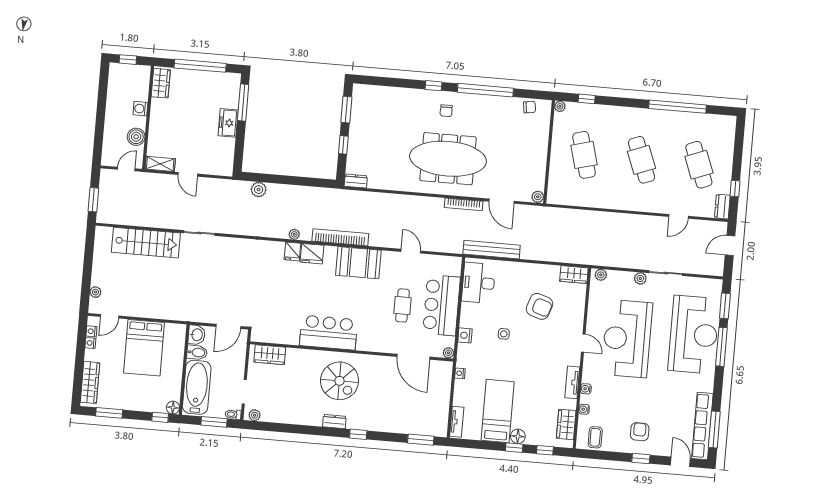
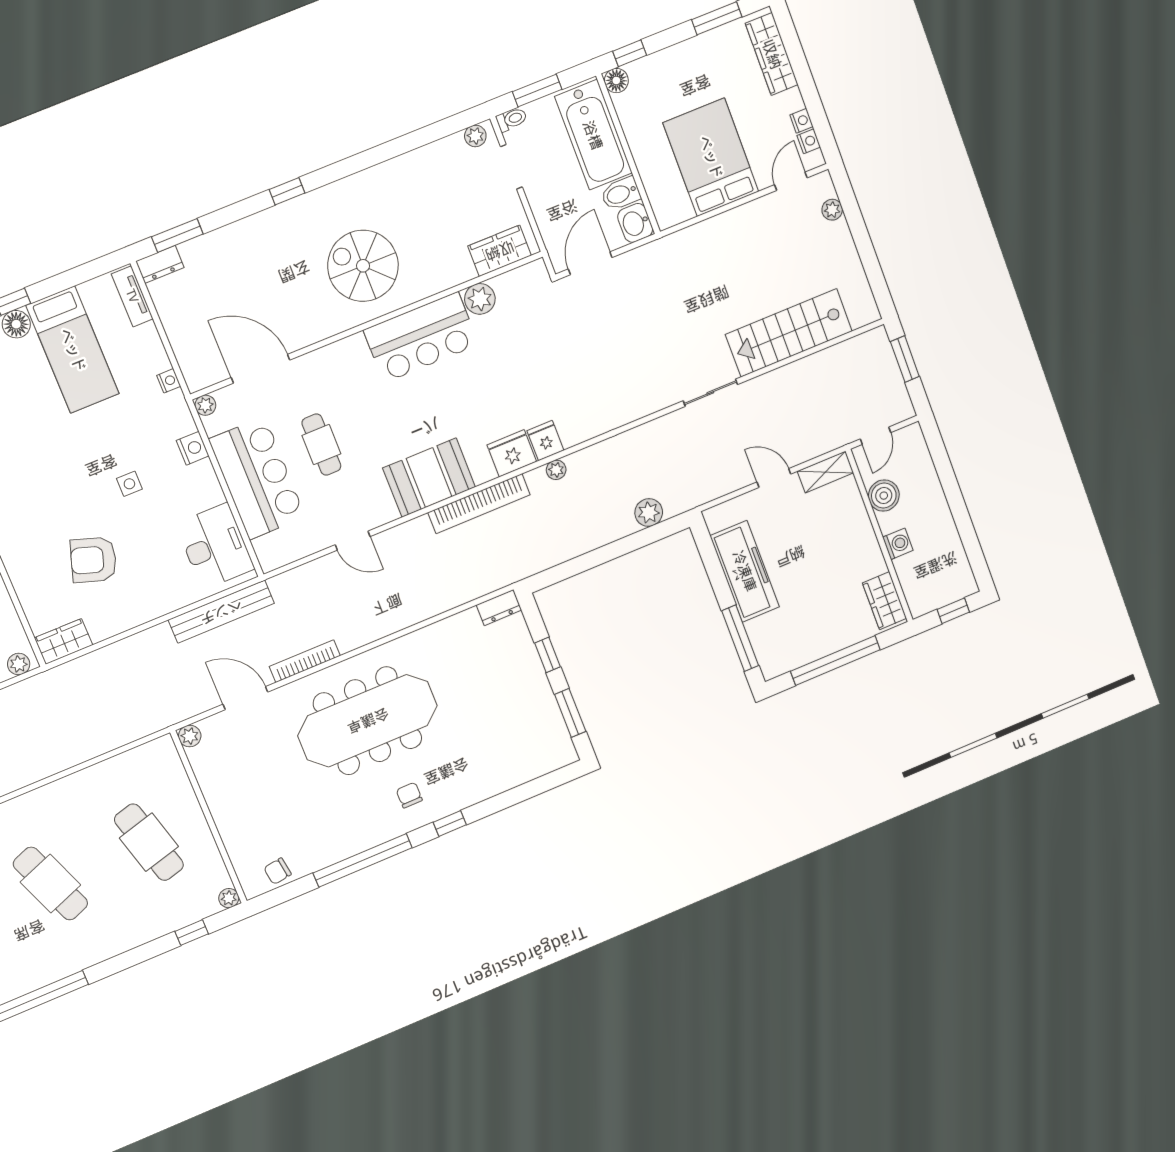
freezer: (228, 123) -> (745, 571), width x1.91, depth x1.26
plant: (291, 336) -> (480, 299), added
dresser: (334, 421) -> (160, 264), moved

